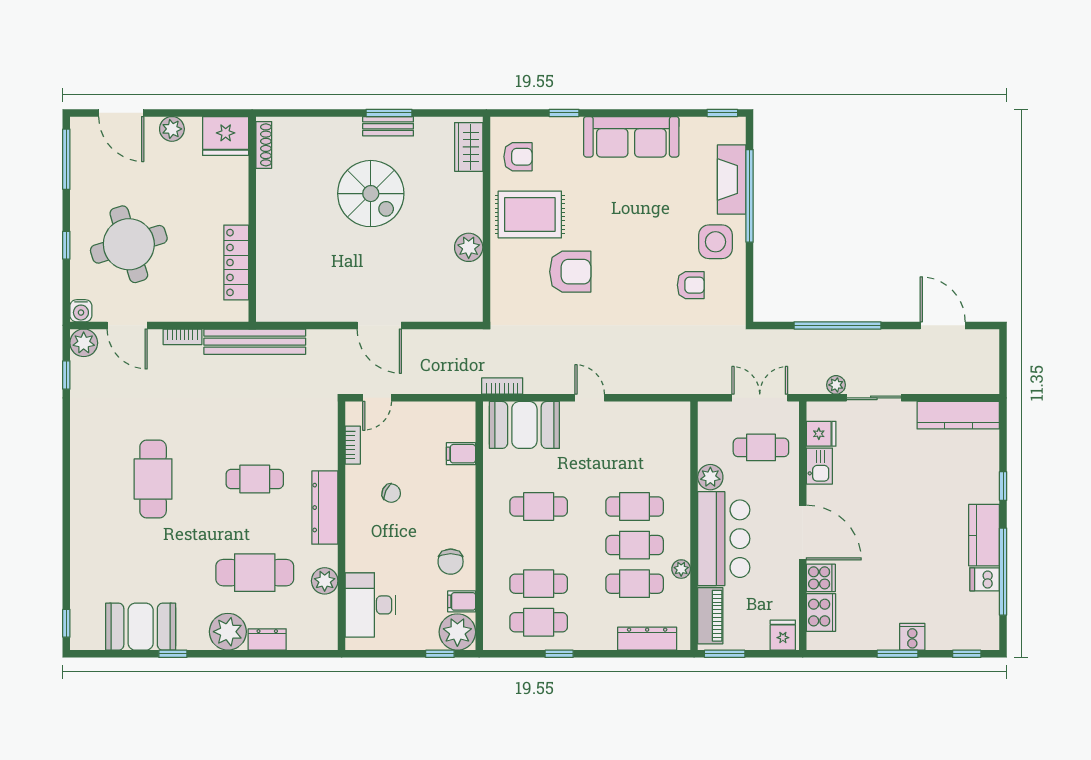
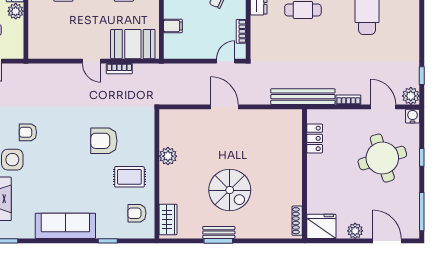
spiral stairs: (371, 194) -> (230, 190), turned 180
rug: (530, 214) -> (129, 177), width x0.73, depth x0.70
locker: (236, 263) -> (315, 138), width x0.66
bookcase: (502, 386) -> (119, 69), moved

